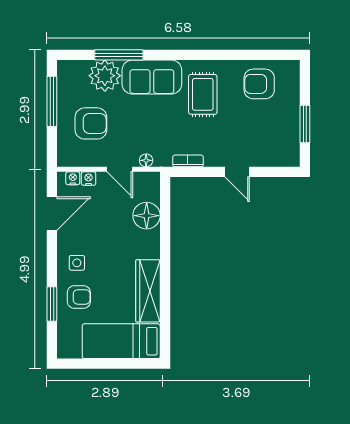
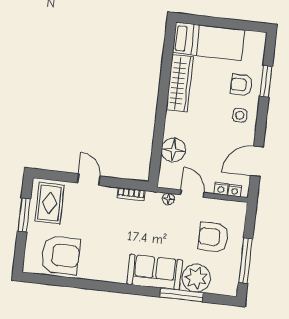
armchair: (259, 84) -> (60, 255), width x1.36, depth x1.36
rug: (203, 94) -> (50, 203), moved

